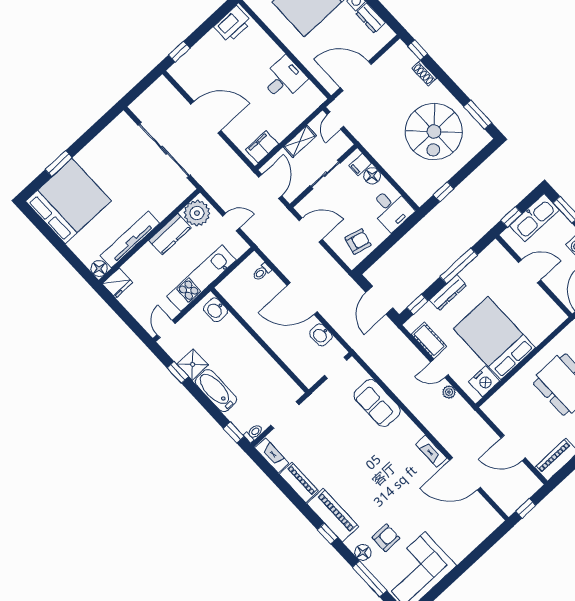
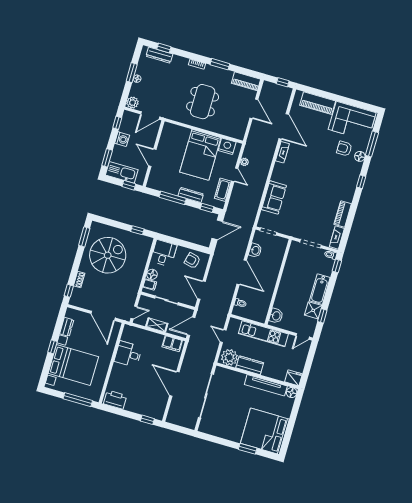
piano: (333, 515) -> (318, 103), moved, turned -90

